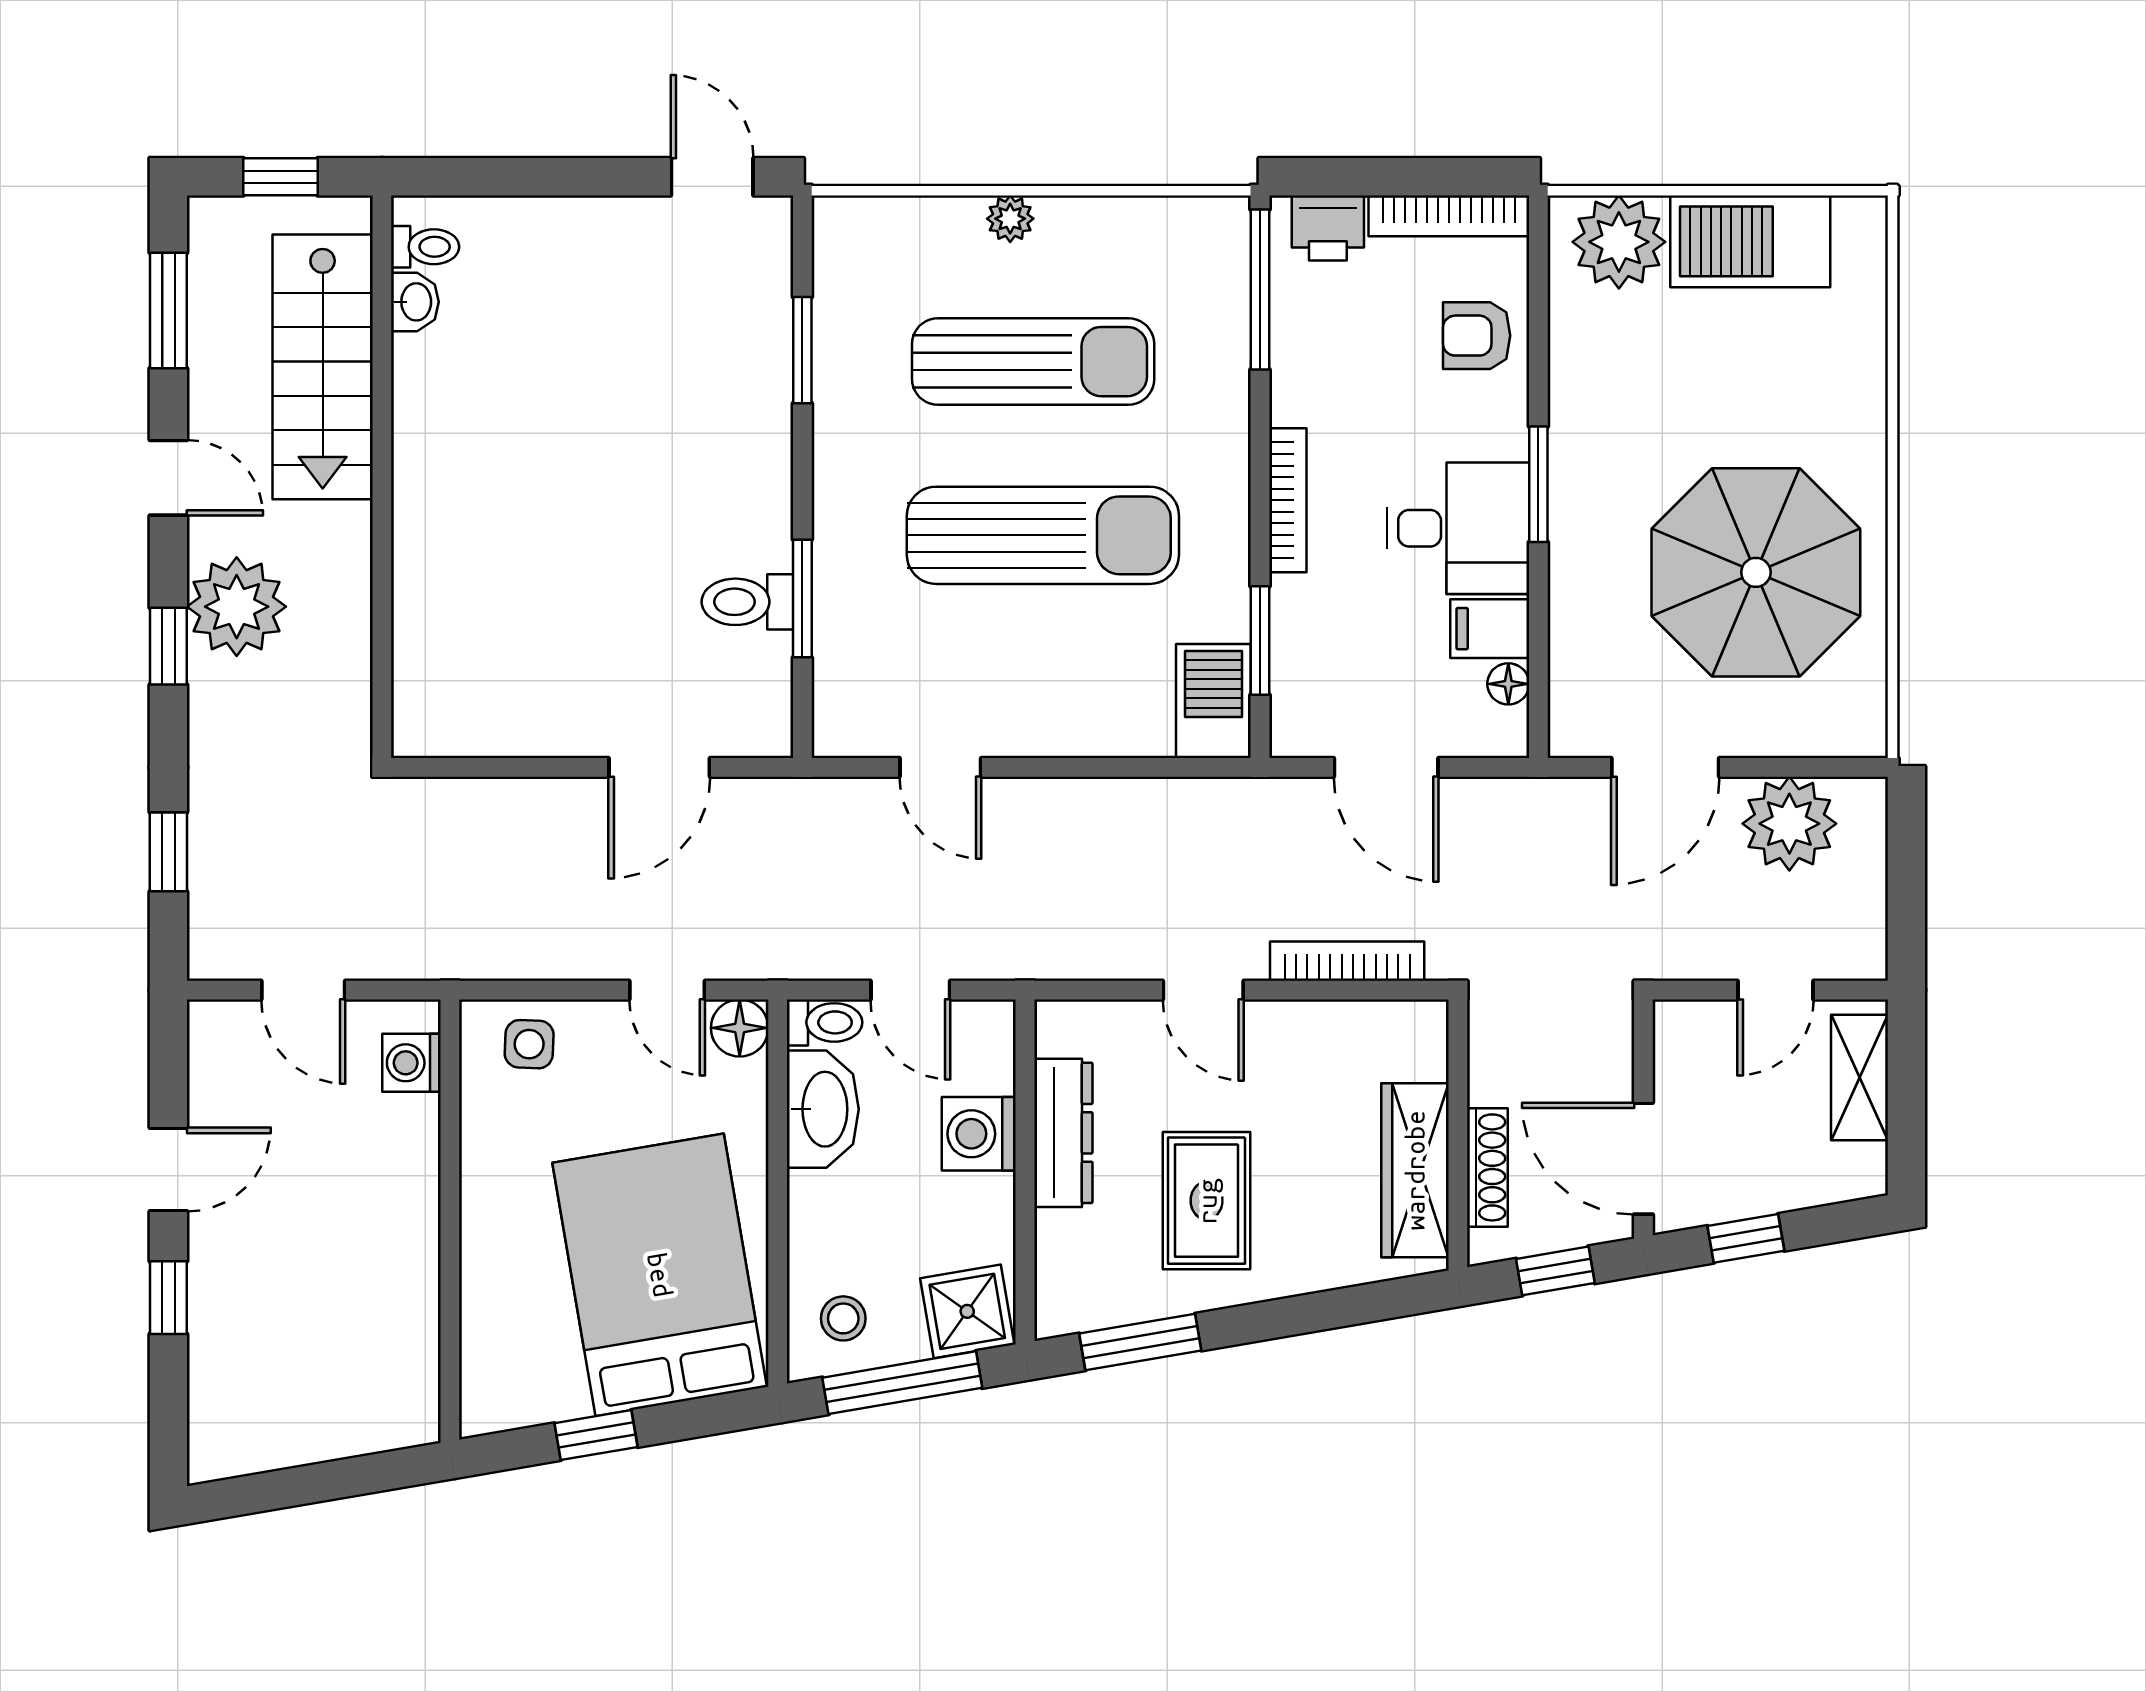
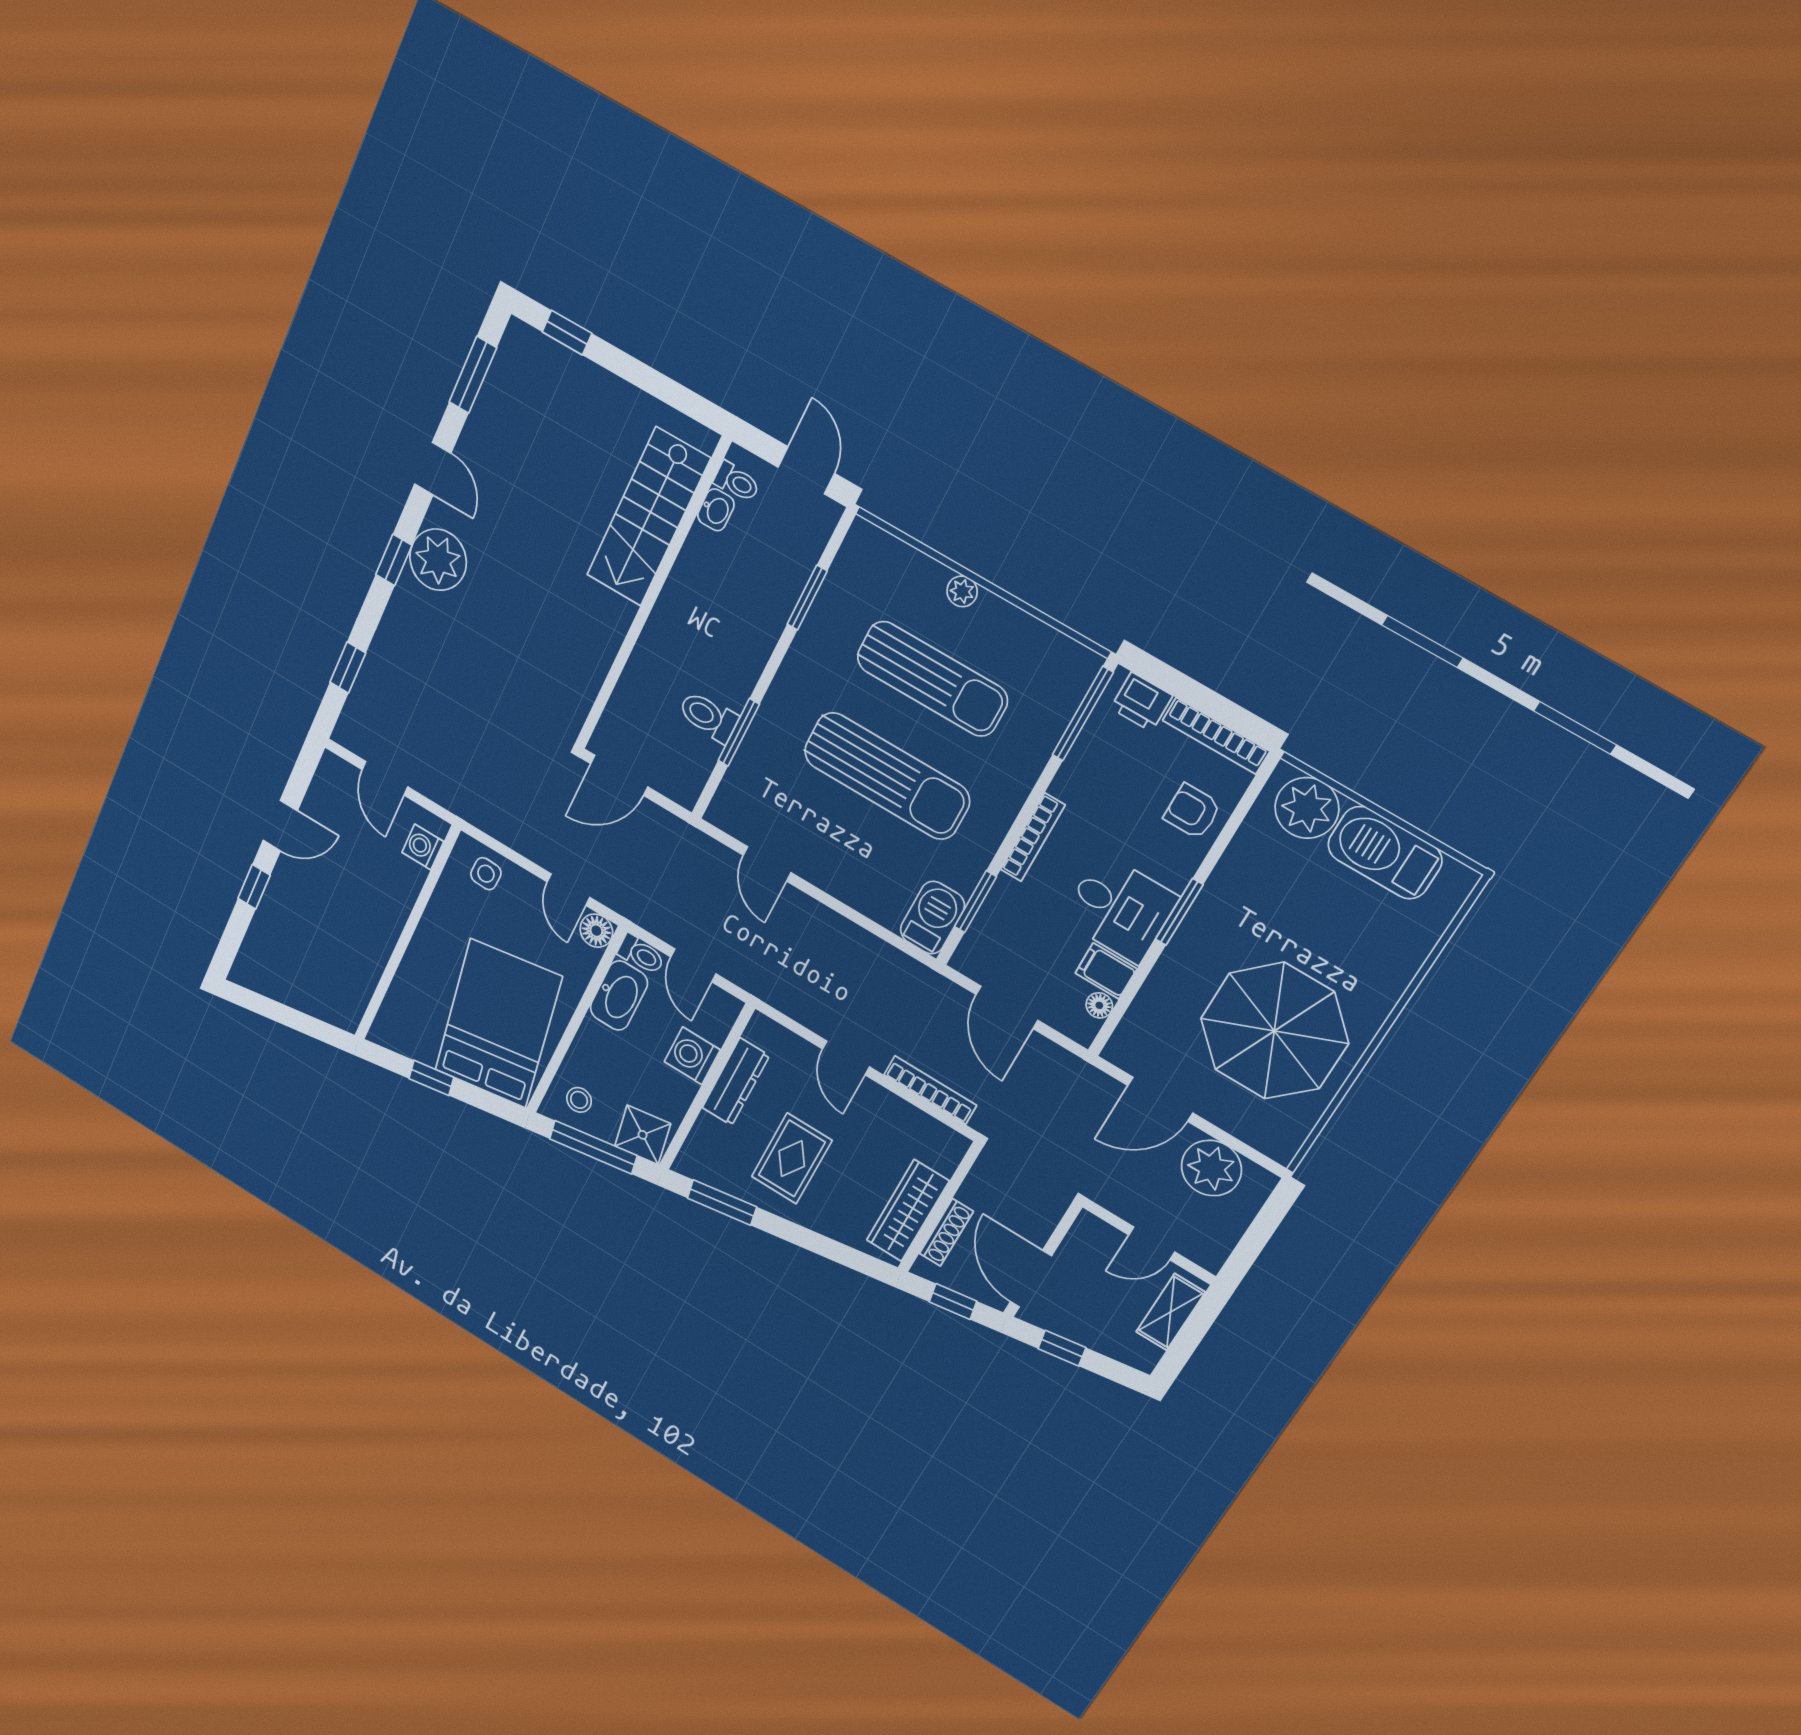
toilet: (425, 247) -> (737, 482), moved
washbasin: (415, 302) -> (716, 510), moved
stairs: (323, 367) -> (648, 517), moved
wall: (382, 477) -> (651, 596), moved

